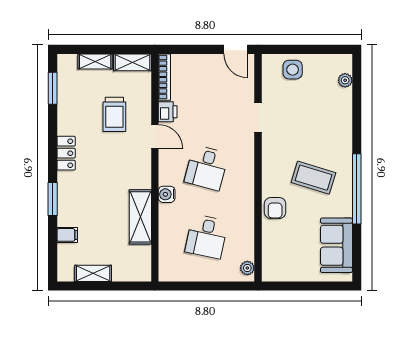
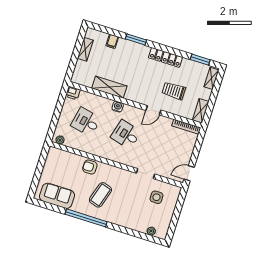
shelving: (95, 62) -> (211, 78), moved
side table: (293, 70) -> (156, 197), moved
printer: (168, 112) -> (73, 93), moved
locker: (66, 153) -> (165, 57), width x1.53

